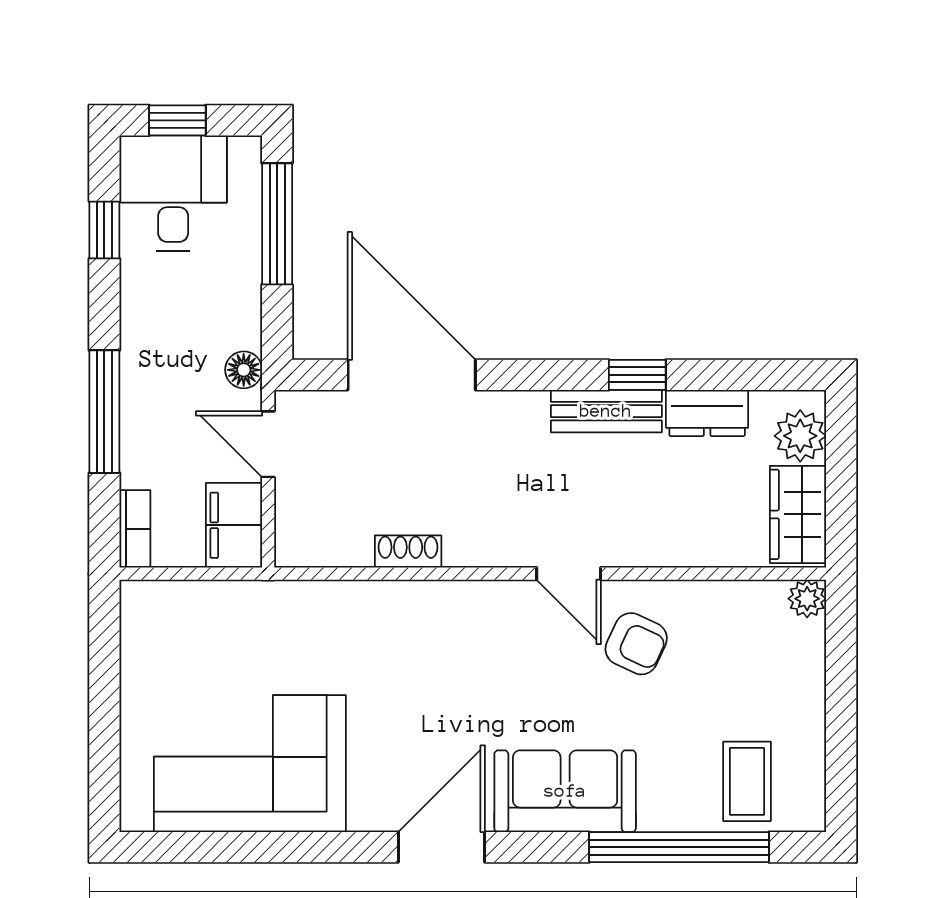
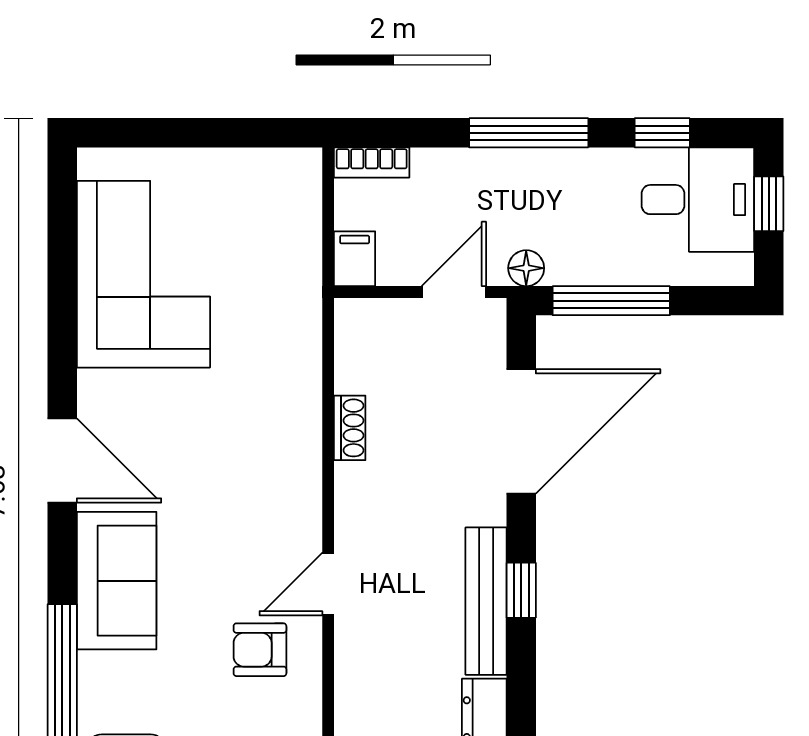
window: (277, 224) -> (611, 301), moved
window: (637, 375) -> (521, 590), moved
bench: (606, 411) -> (486, 601), width x1.36
window: (104, 412) -> (529, 133), moved
filing cabinet: (234, 525) -> (355, 259), width x0.50
armchair: (636, 644) -> (260, 650), turned 65

